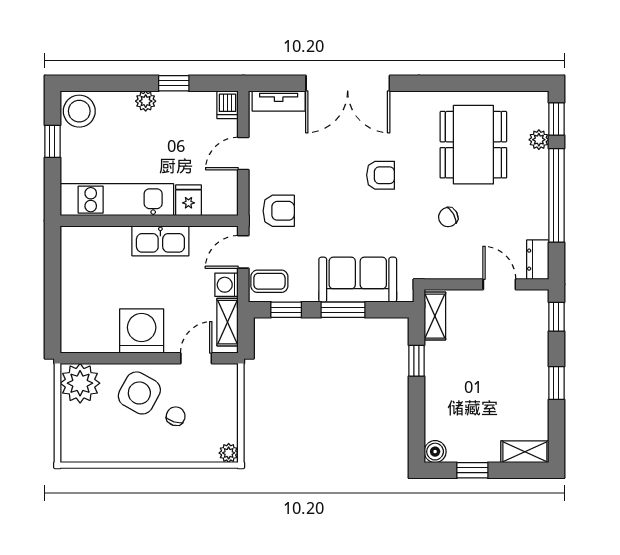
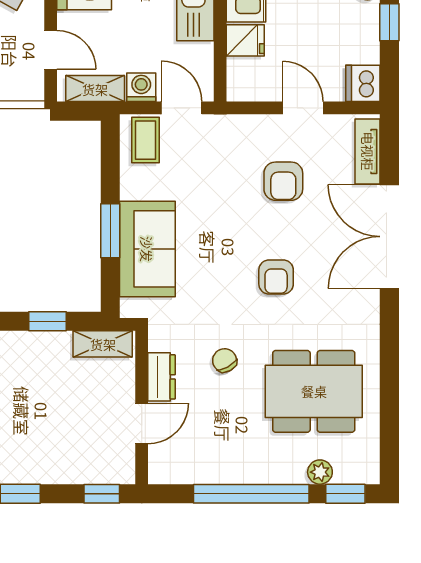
dishwasher: (228, 105) -> (363, 83), width x1.38
armchair: (279, 211) -> (283, 181), moved
dresser: (538, 260) -> (162, 377), moved, turned 90
window: (286, 310) -> (110, 161), removed

